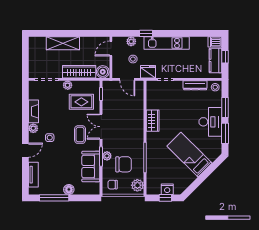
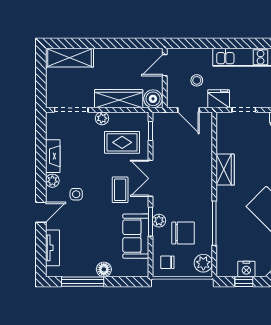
window: (146, 33) -> (216, 43), removed
plant: (131, 41) -> (194, 55), removed
shelving: (63, 43) -> (70, 58), moved

